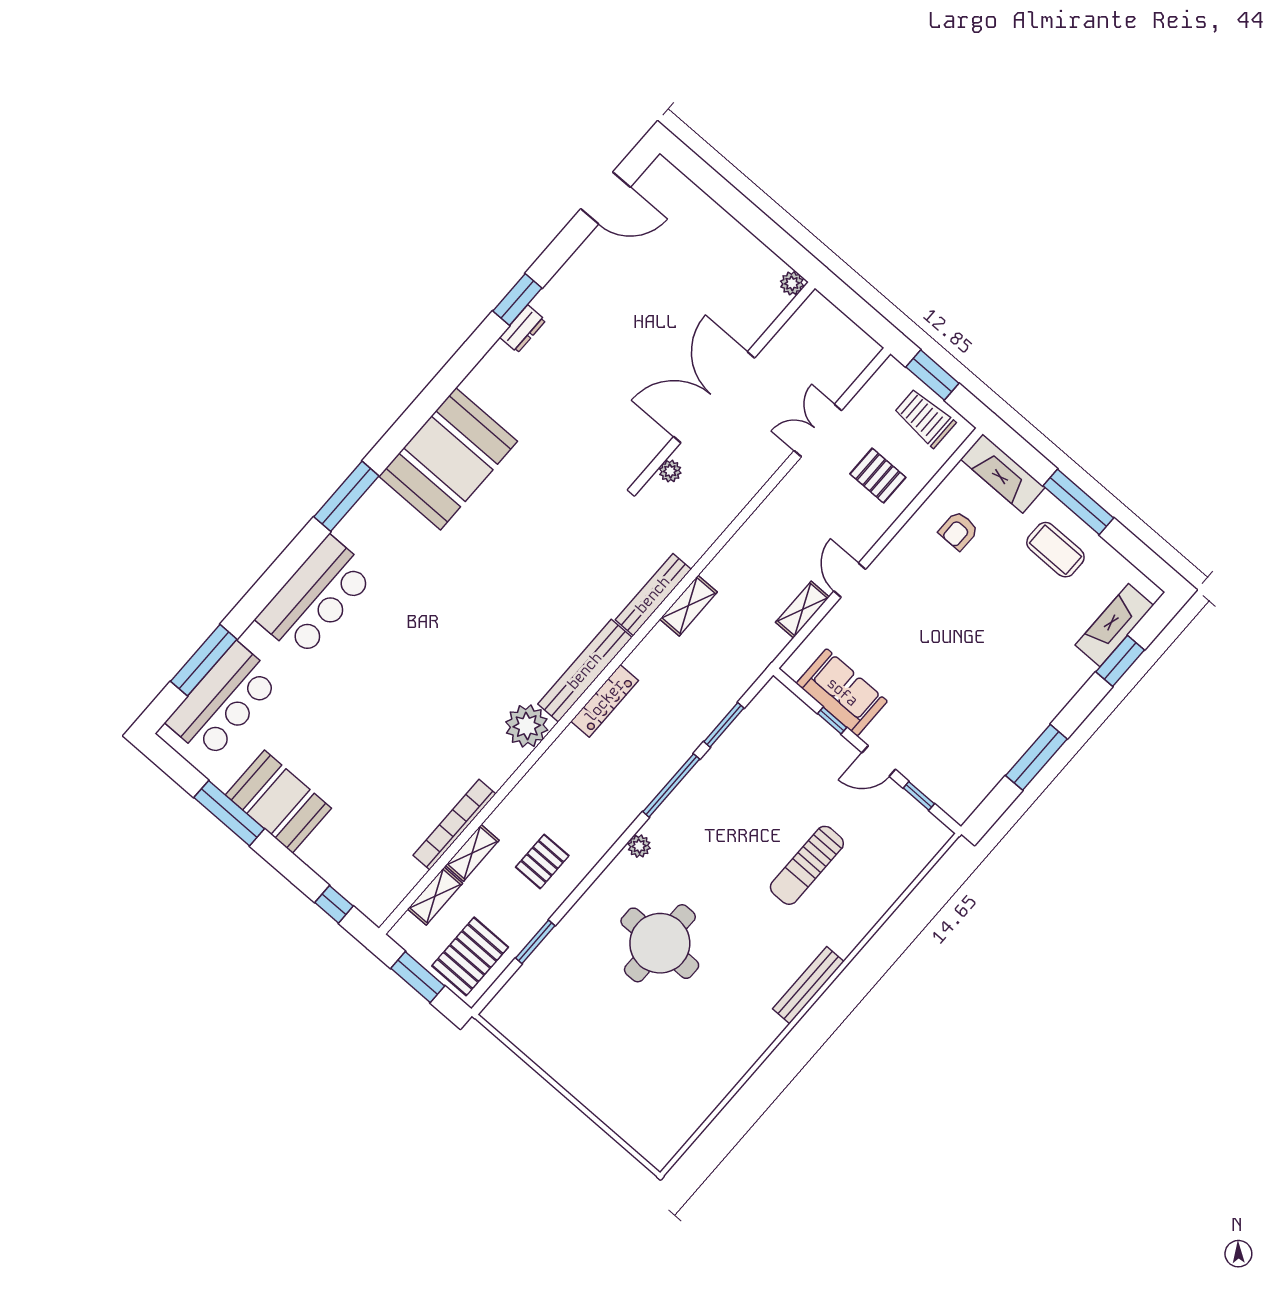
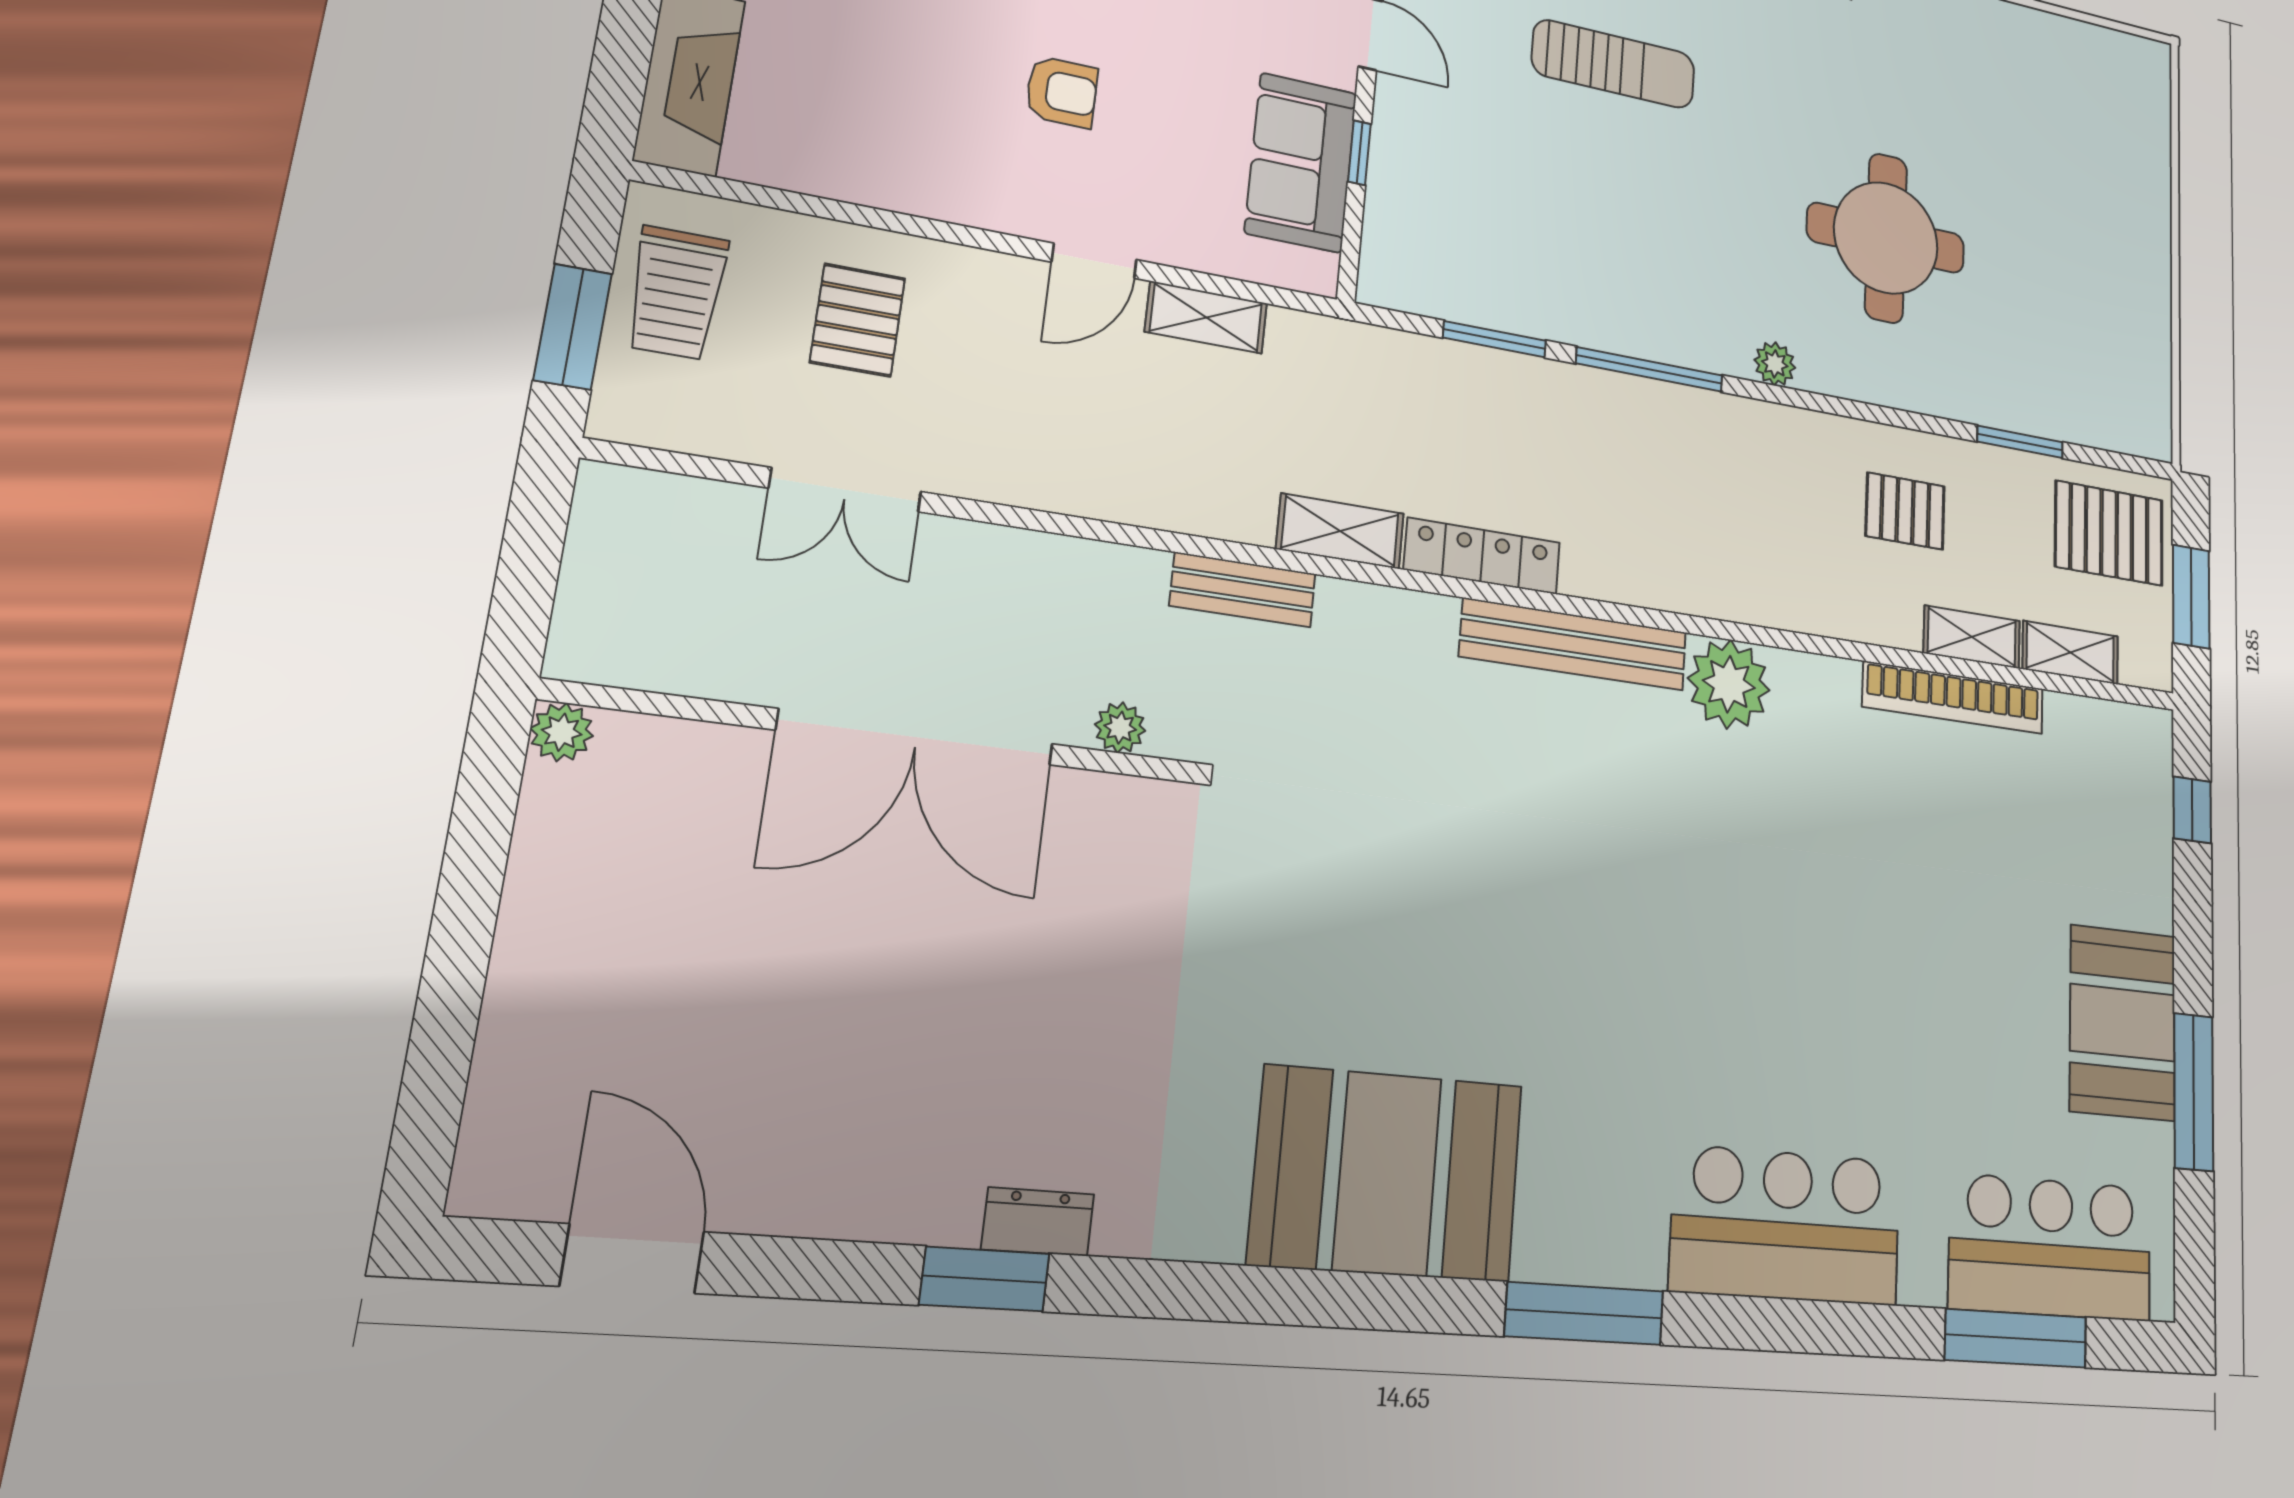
armchair: (958, 531) -> (1062, 92), moved
bench: (653, 595) -> (1243, 590), moved, width x0.73
locker: (605, 701) -> (1482, 556), moved

